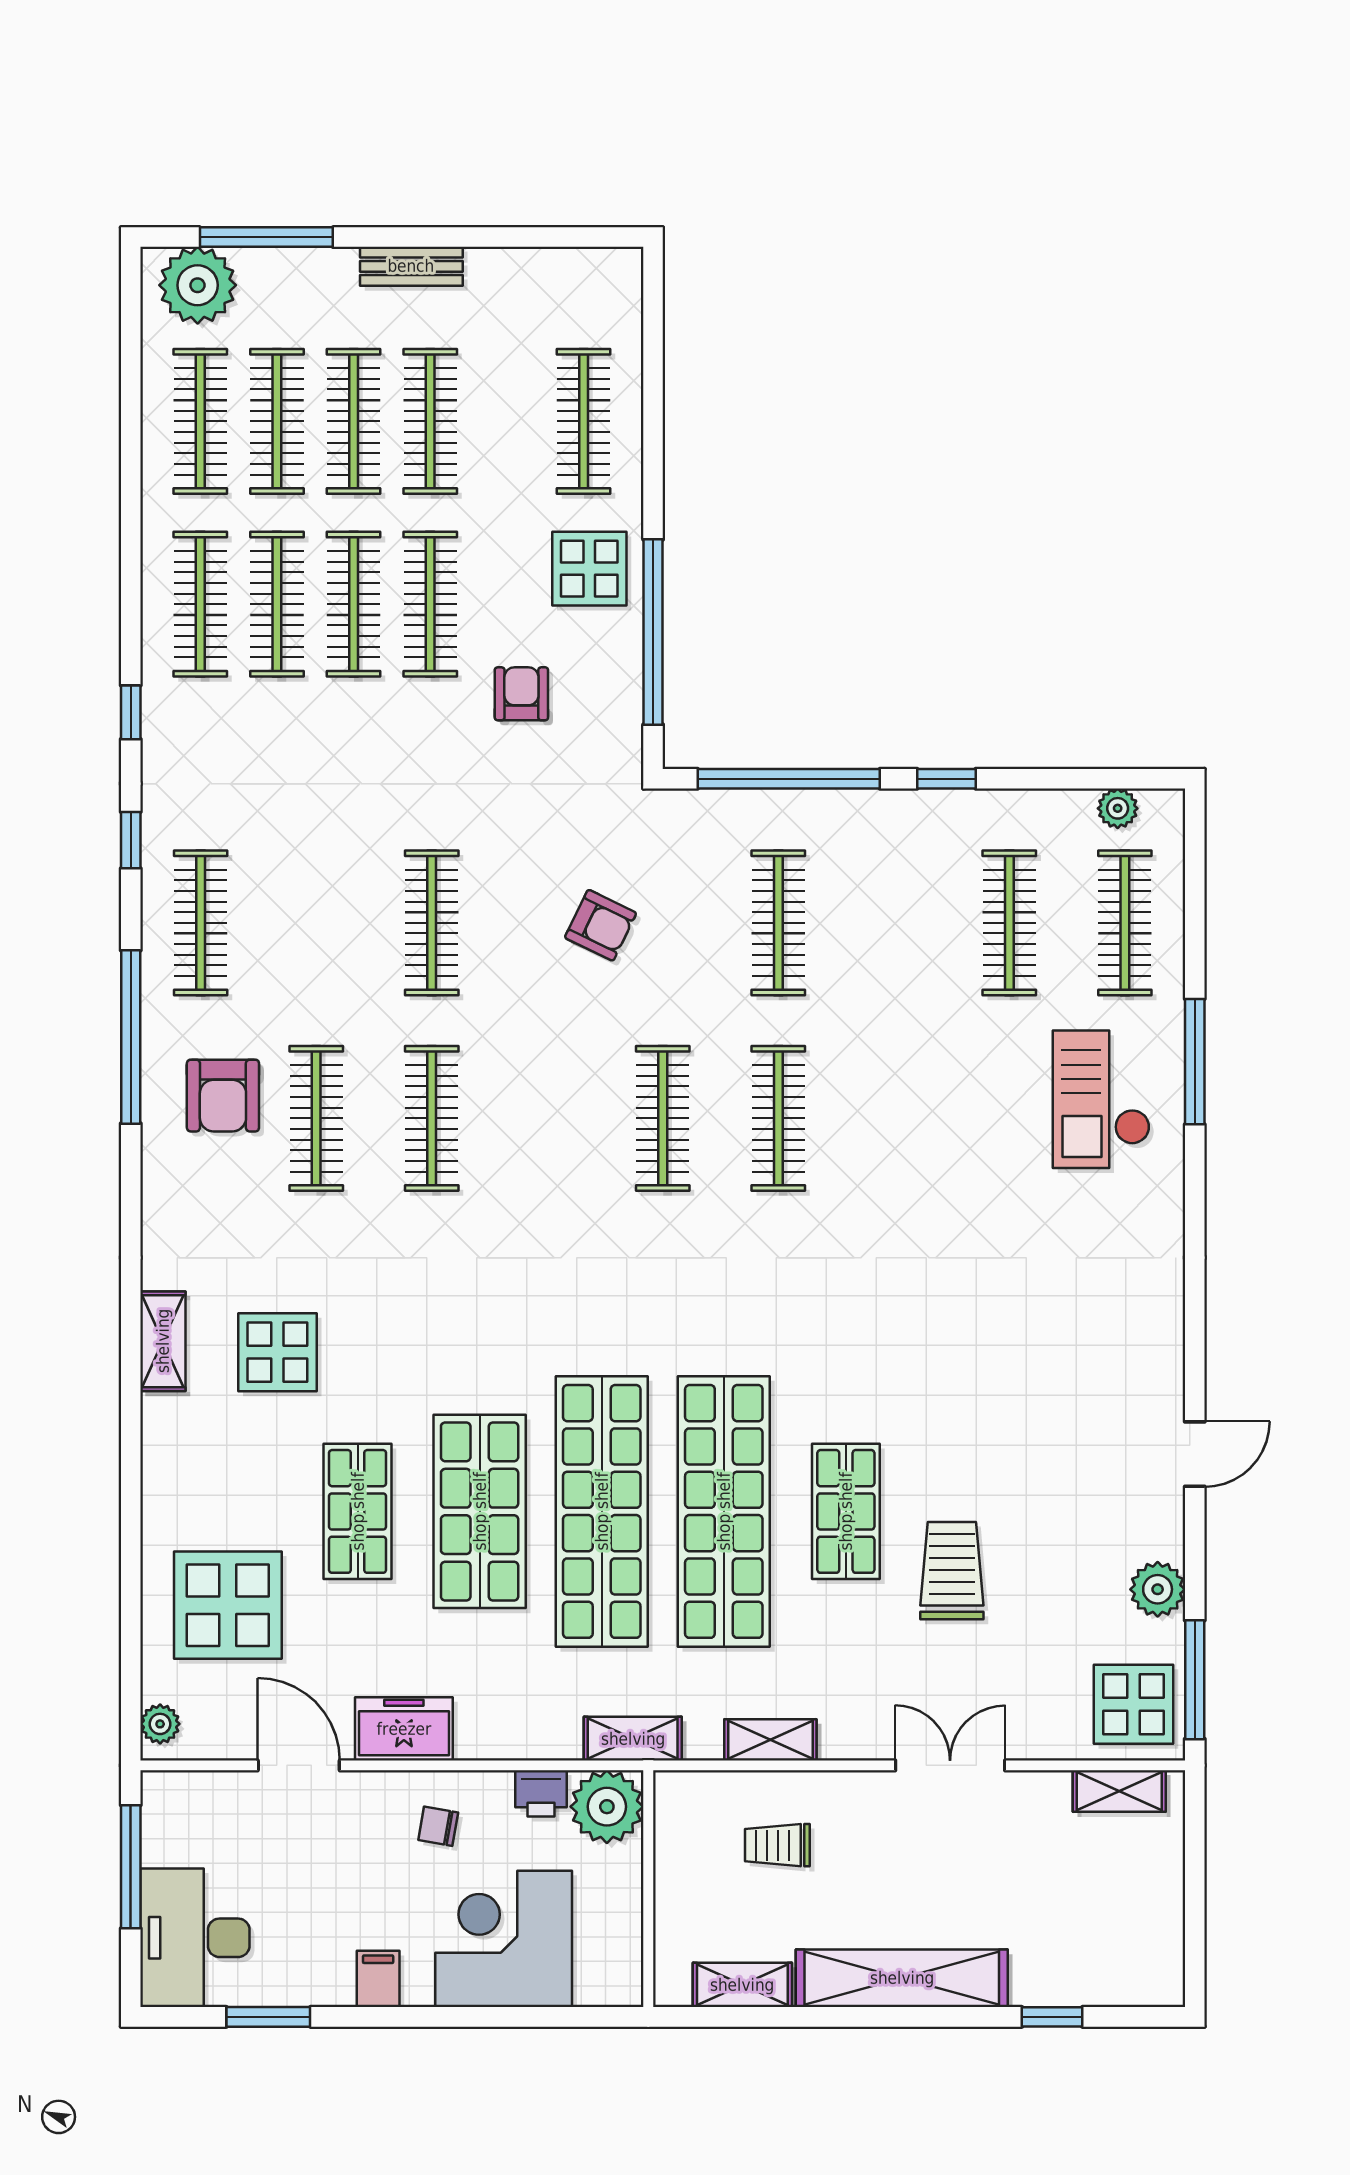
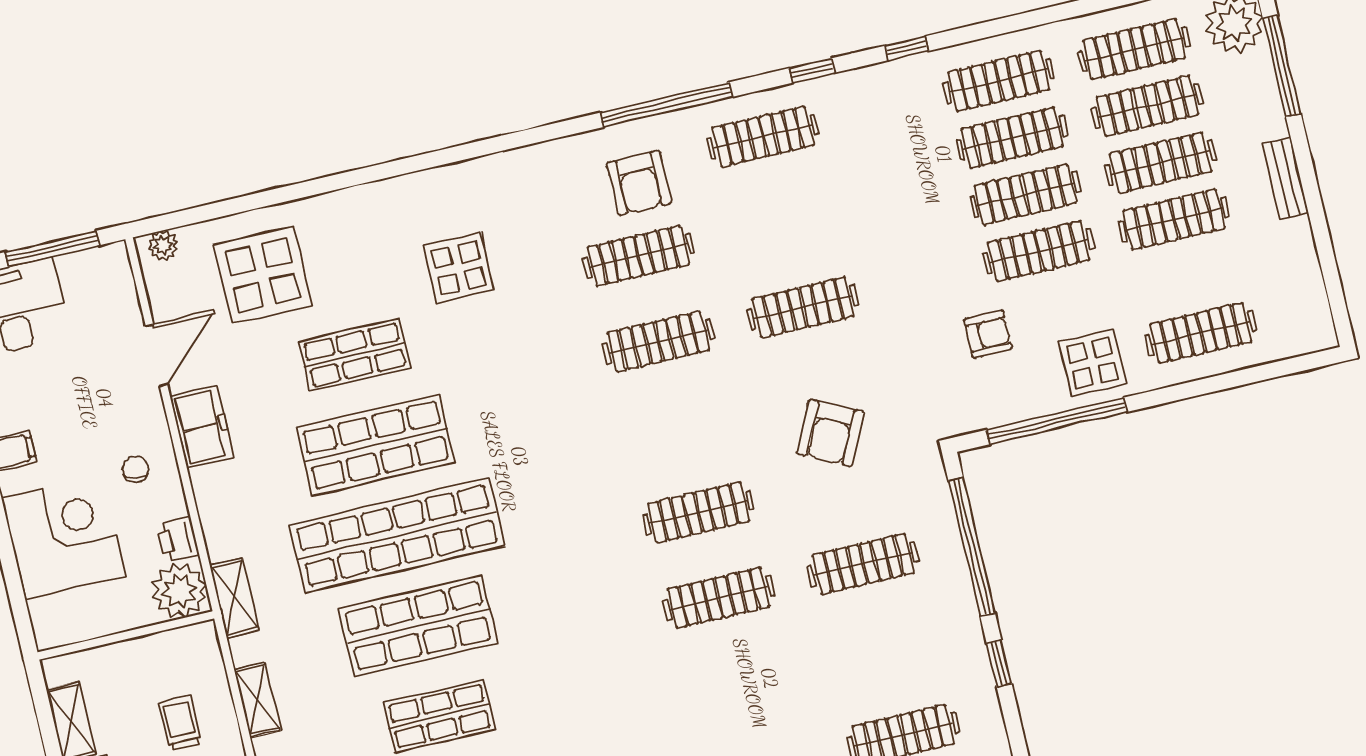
armchair: (601, 925) -> (831, 433), width x1.38, depth x1.38
armchair: (223, 1096) -> (639, 183), turned -90
shelving: (163, 1341) -> (447, 181), removed
shop shelf: (724, 1511) -> (418, 626), width x0.71

